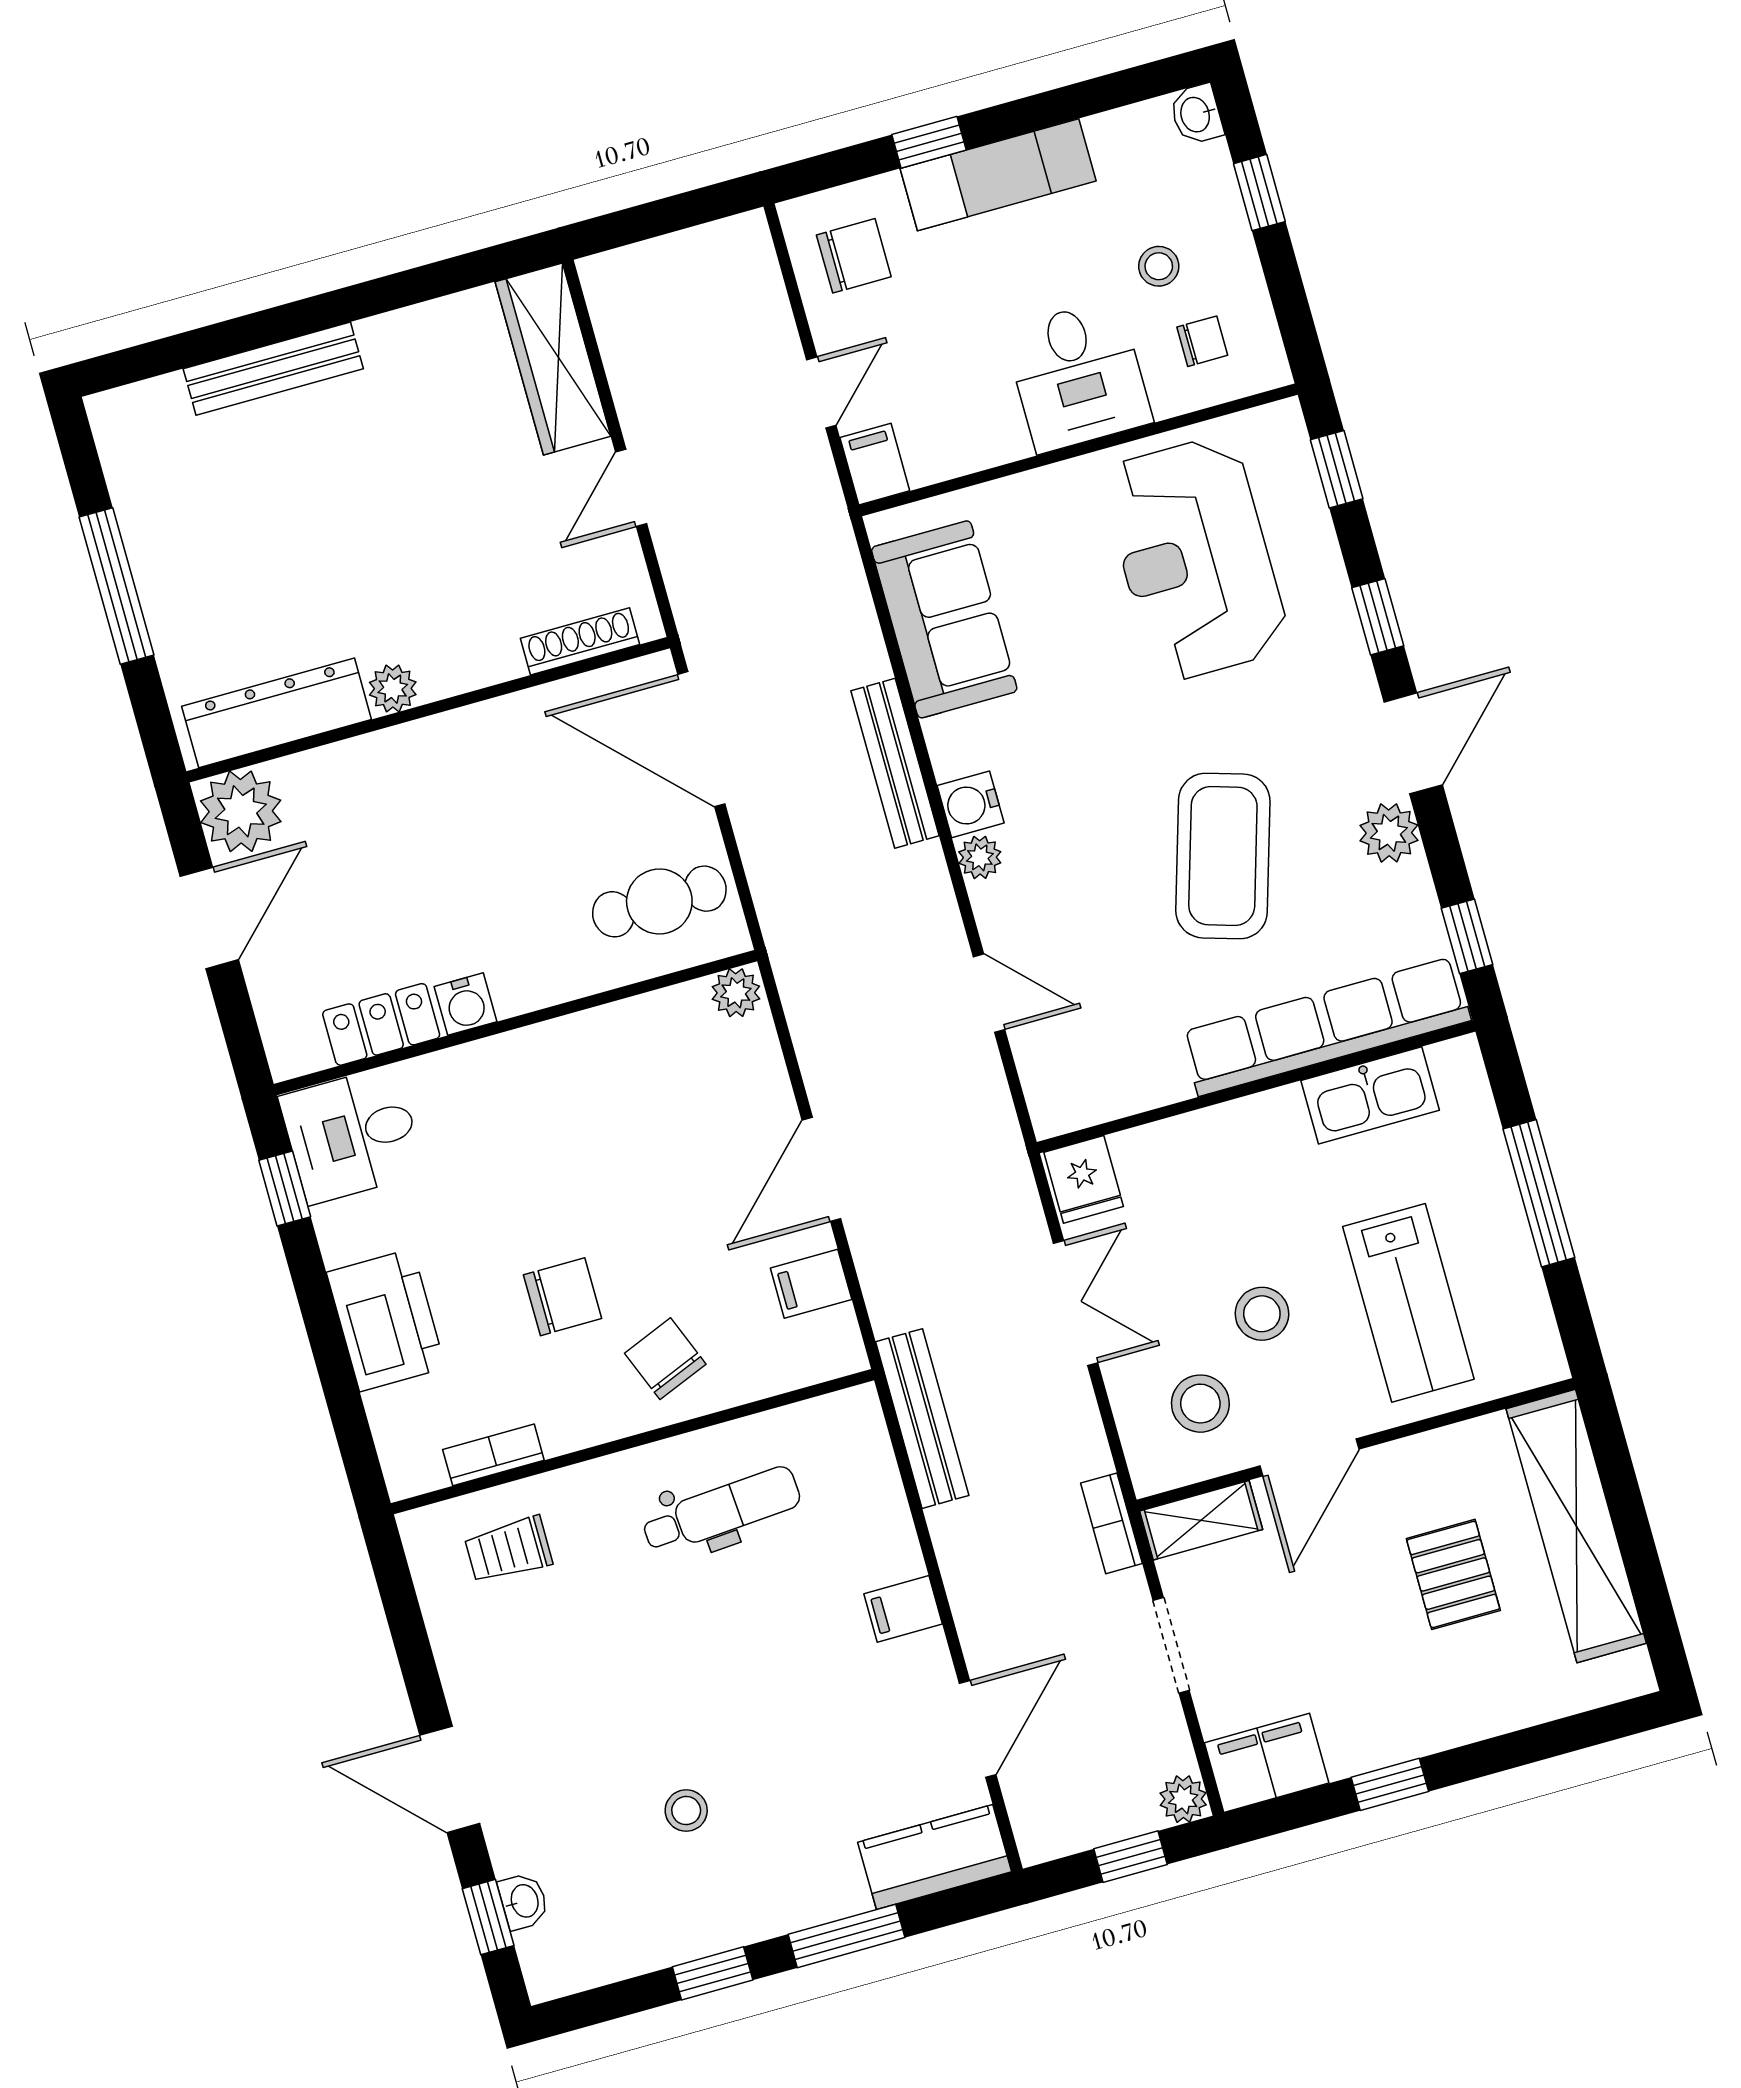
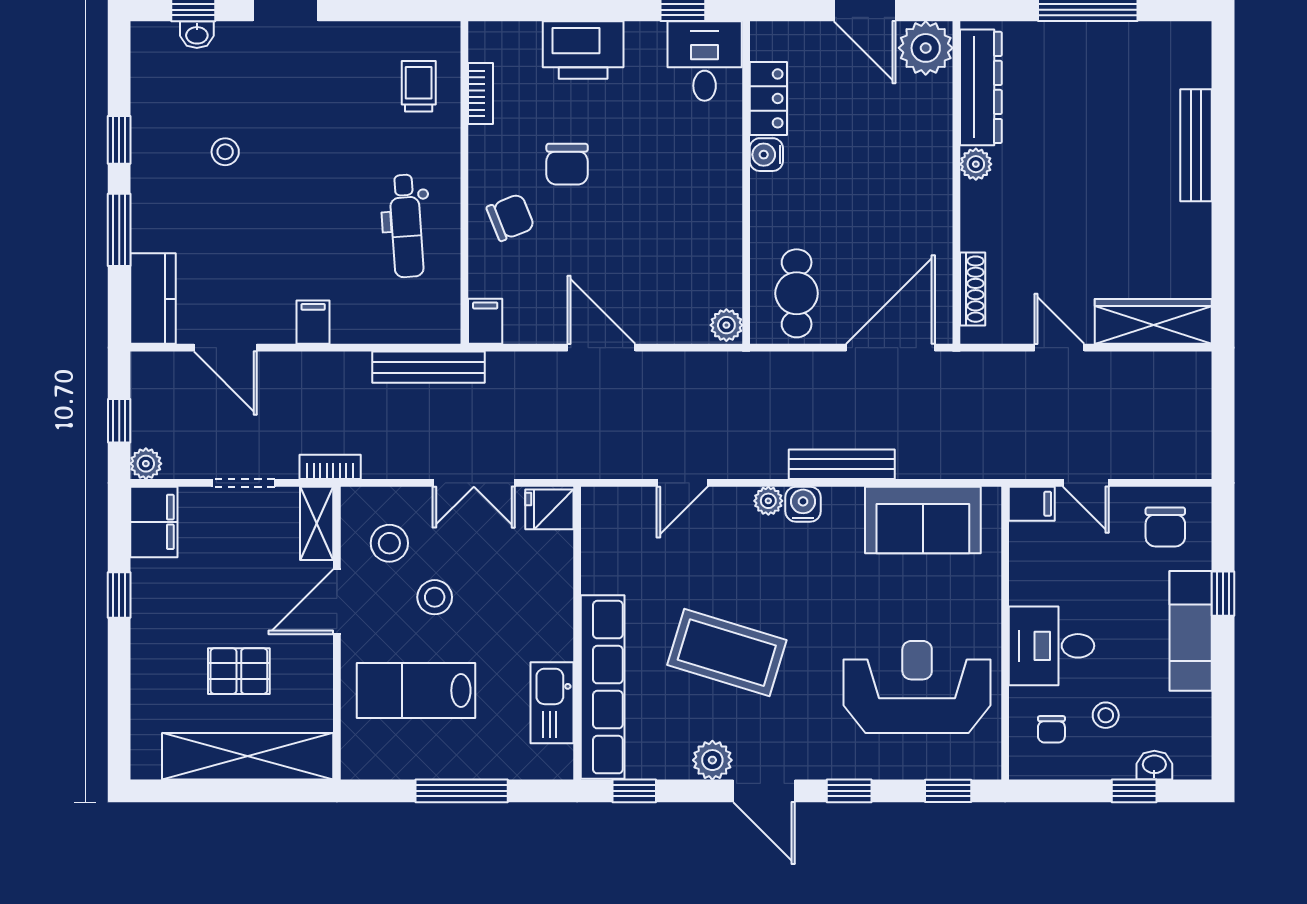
washbasin: (1196, 114) -> (1154, 765), moved
filing cabinet: (811, 1284) -> (485, 321), moved
door: (1309, 1457) -> (337, 602), hinge flipped

